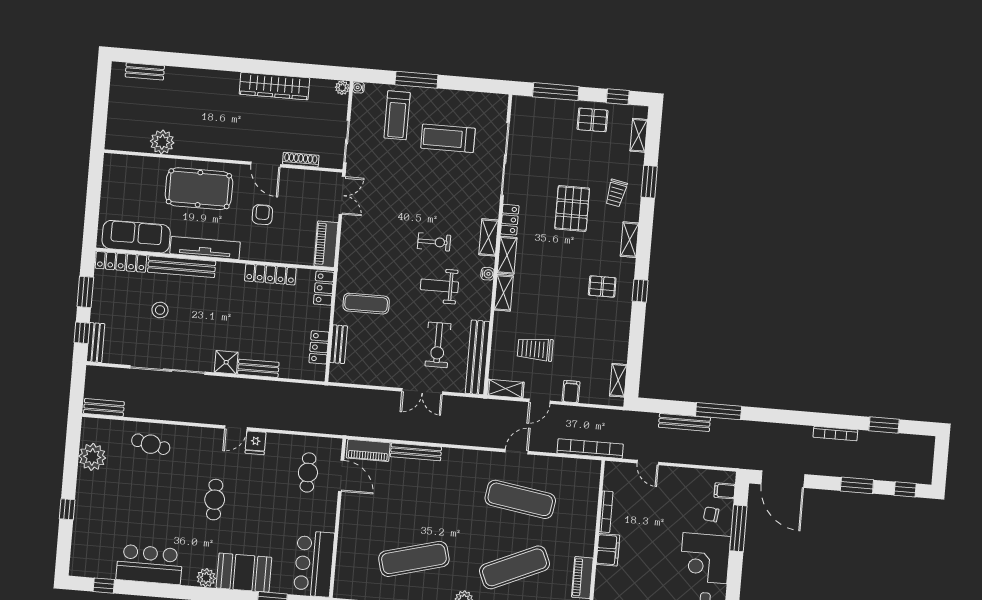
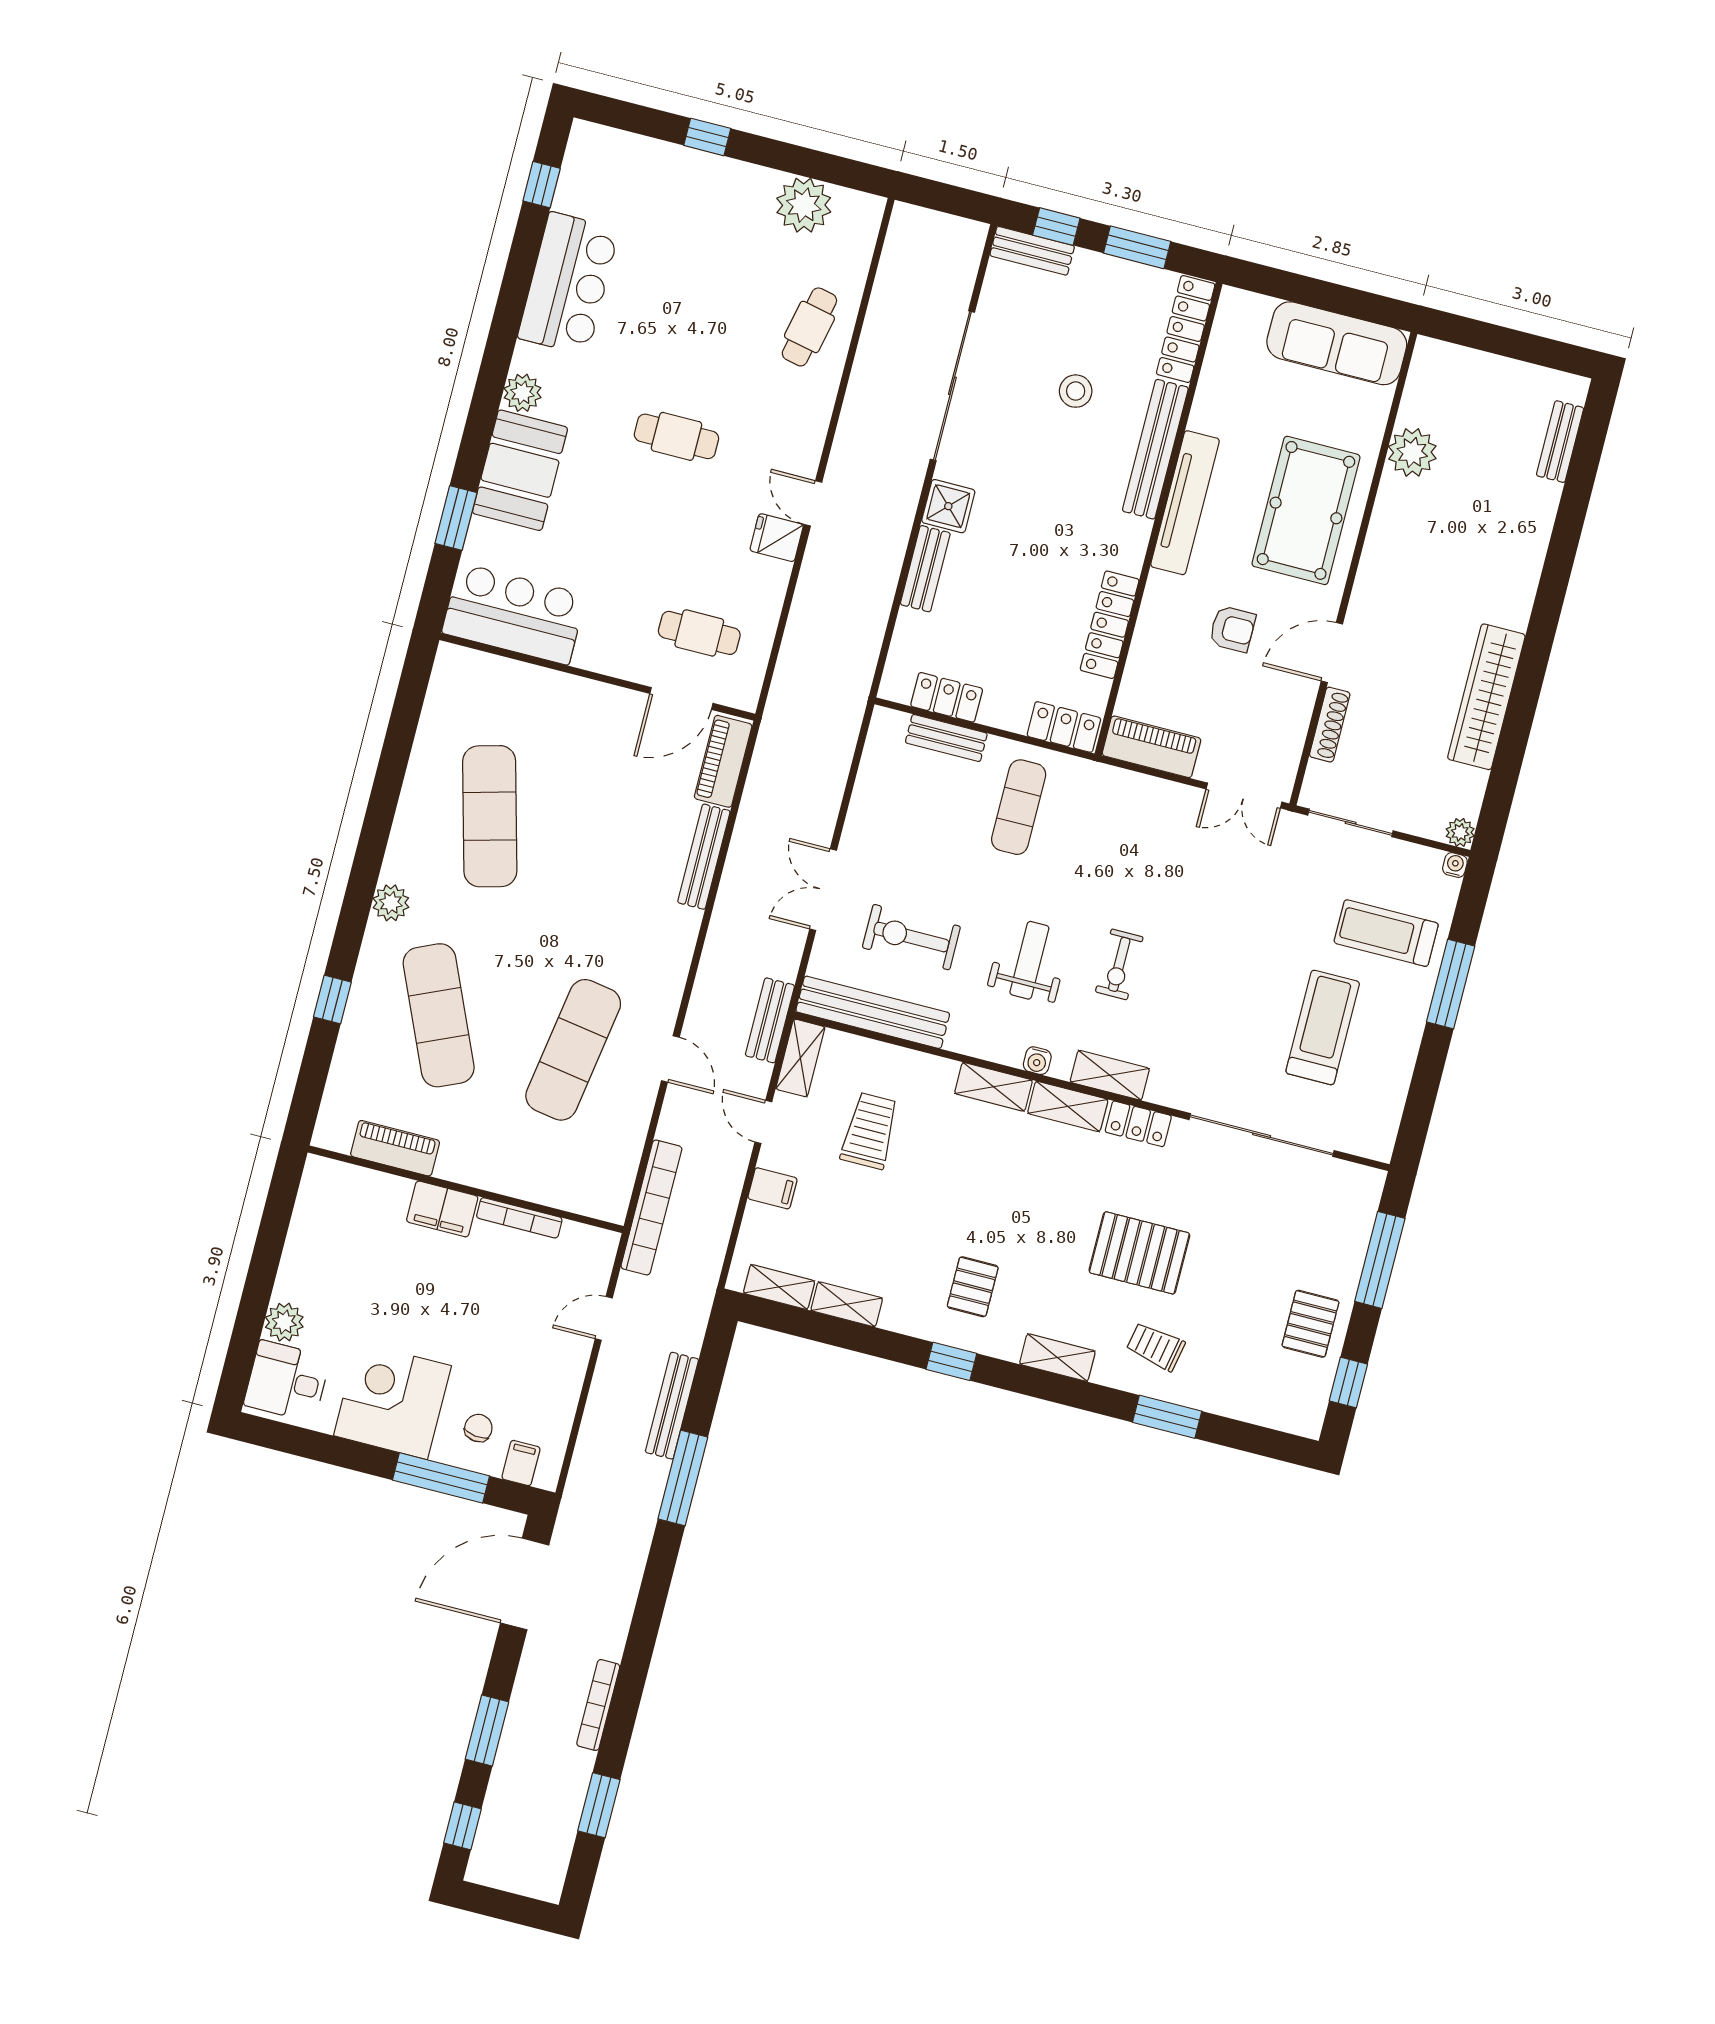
shelving: (639, 135) -> (847, 1304), moved
sofa: (136, 237) -> (1337, 343), moved, turned 90
bench: (104, 408) -> (770, 1020), moved

